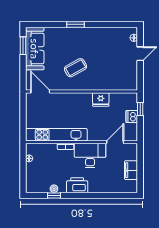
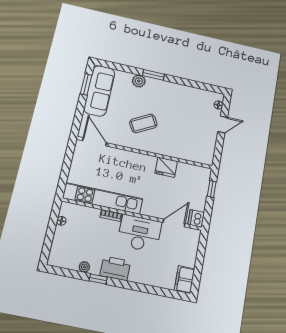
plant: (65, 33) -> (139, 81), added
dishwasher: (132, 117) -> (196, 218), moved
filing cabinet: (131, 170) -> (185, 280), moved
window: (54, 195) -> (98, 279), moved

